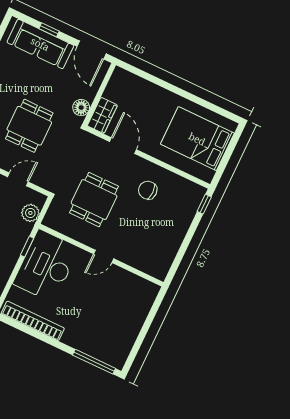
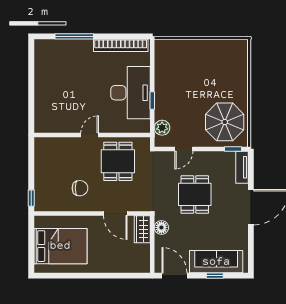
wall: (101, 255) -> (92, 135), moved
door: (104, 256) -> (90, 135), moved
window: (94, 362) -> (74, 36), moved

